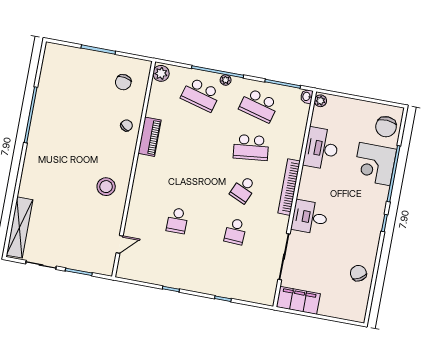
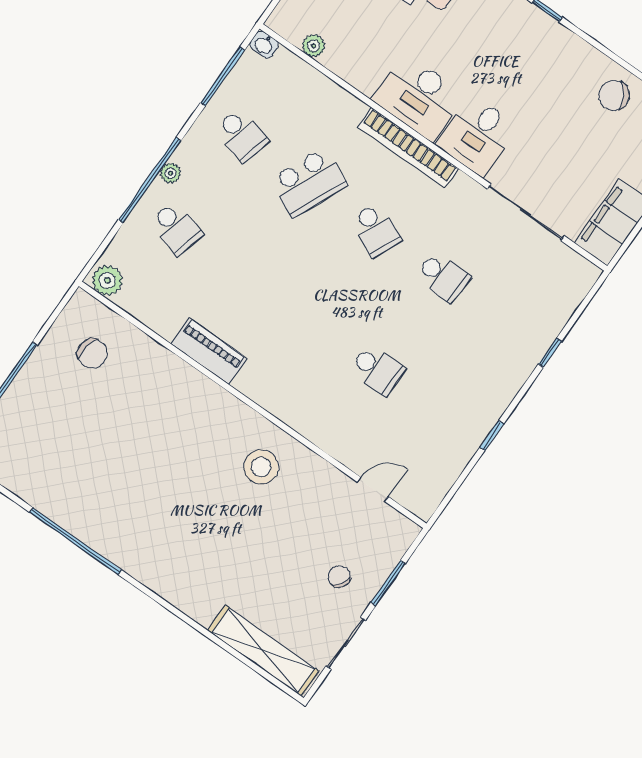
school desk: (201, 95) -> (176, 228), width x0.54
plant: (320, 101) -> (314, 46), moved
school desk: (259, 105) -> (242, 135), width x0.54
chair: (126, 125) -> (339, 577), moved
school desk: (251, 147) -> (309, 182), turned 30
desk: (321, 148) -> (419, 97), moved
door: (120, 244) -> (373, 489), hinge flipped

